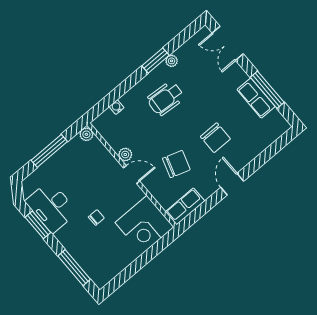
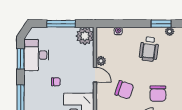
wheelchair: (166, 98) -> (149, 49), turned -87
plant: (86, 134) -> (85, 36), width x1.88, depth x1.88

